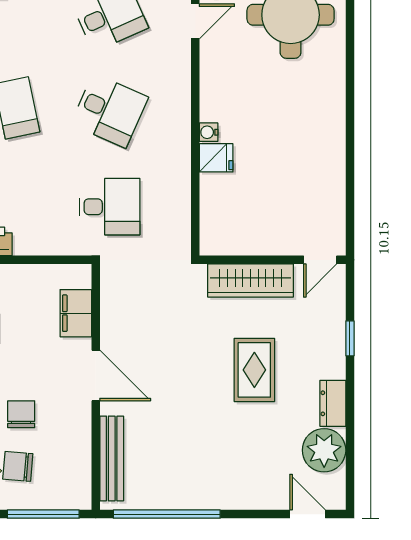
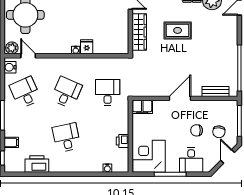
filing cabinet: (76, 313) -> (142, 107), moved
bench: (112, 458) -> (216, 92), width x0.73

